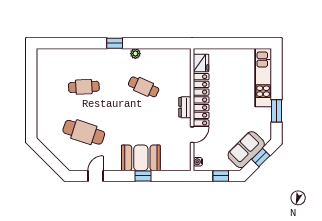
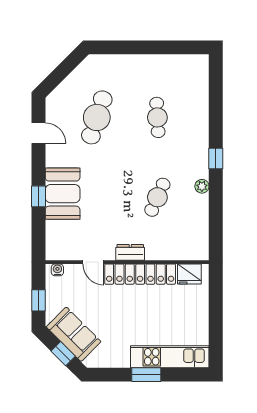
window: (276, 111) -> (146, 375), moved

